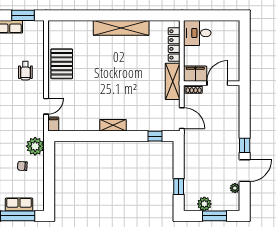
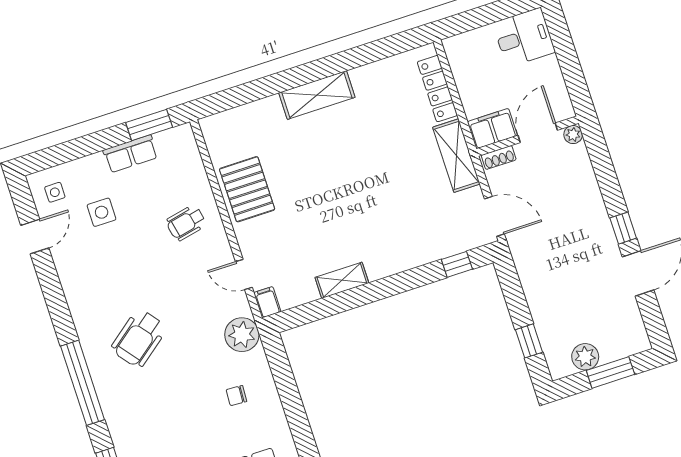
shelving: (121, 28) -> (317, 95), width x0.68
desk: (197, 33) -> (524, 37), moved, turned 180
wheelchair: (25, 71) -> (186, 223), turned 78
door: (46, 106) -> (244, 275), swing flipped
shelving: (113, 125) -> (342, 280), moved
plant: (35, 146) -> (242, 335), moved
plant: (235, 188) -> (573, 135), moved

